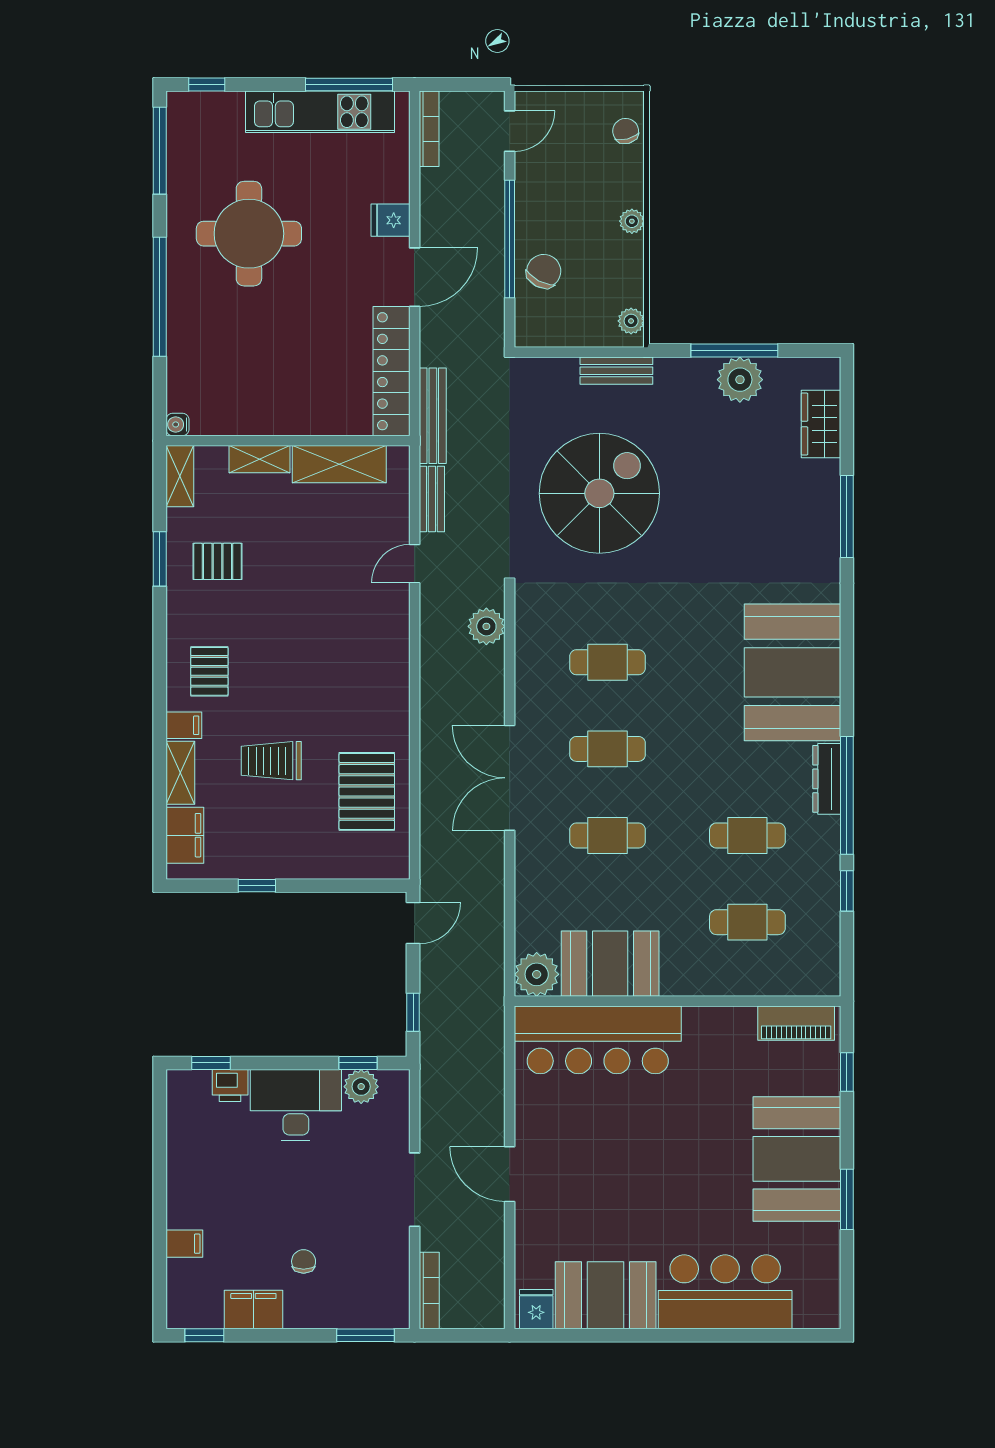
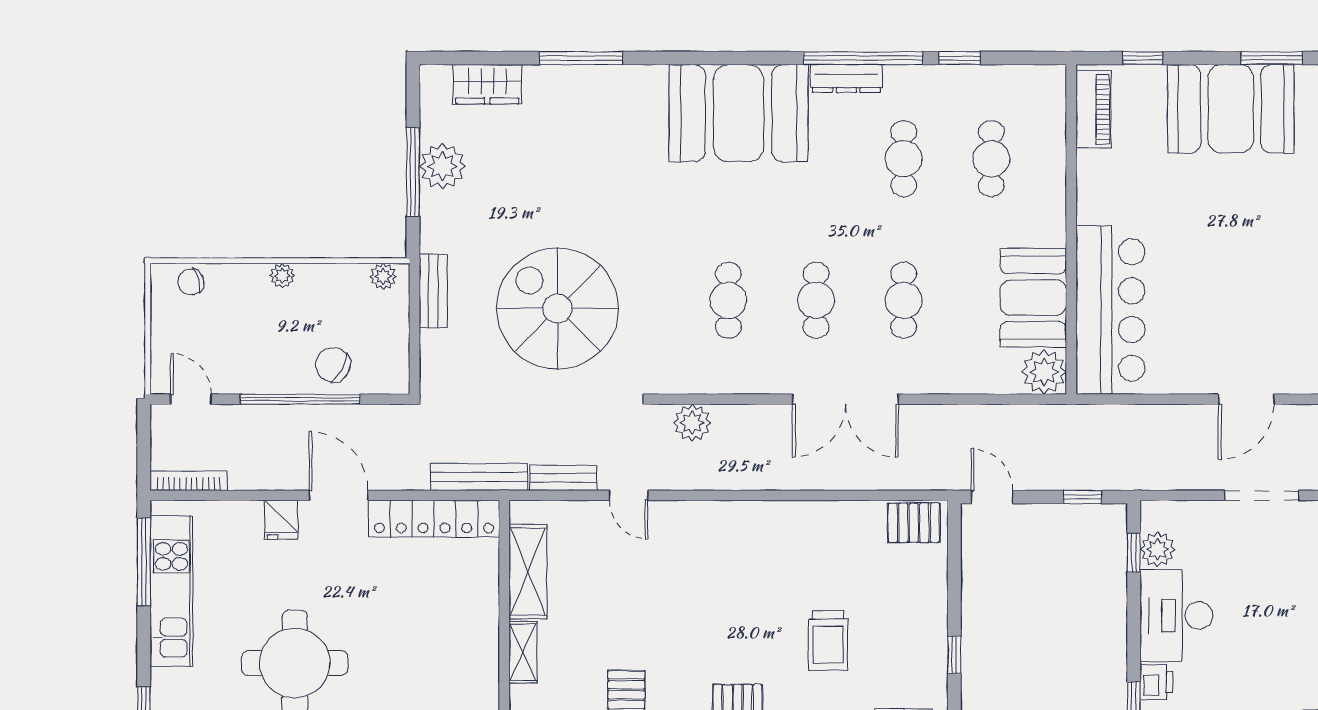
pallet: (367, 791) -> (914, 523), moved, width x0.67, depth x0.71

